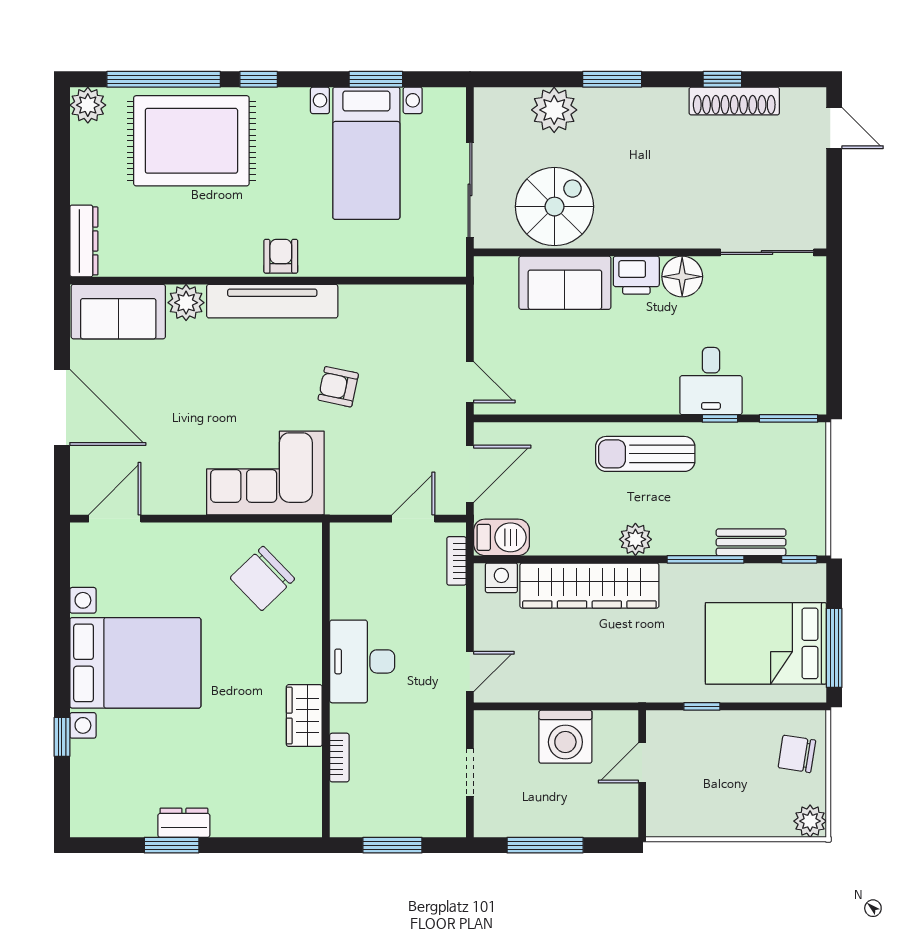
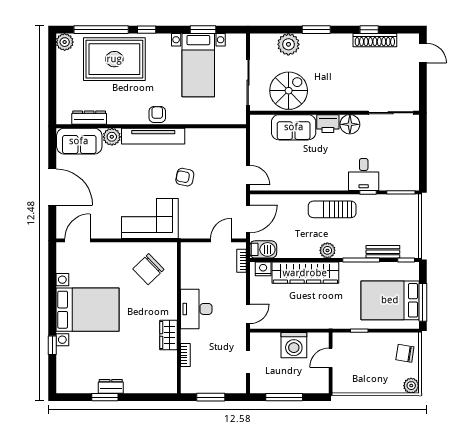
dresser: (84, 241) -> (89, 118), moved, turned -90

